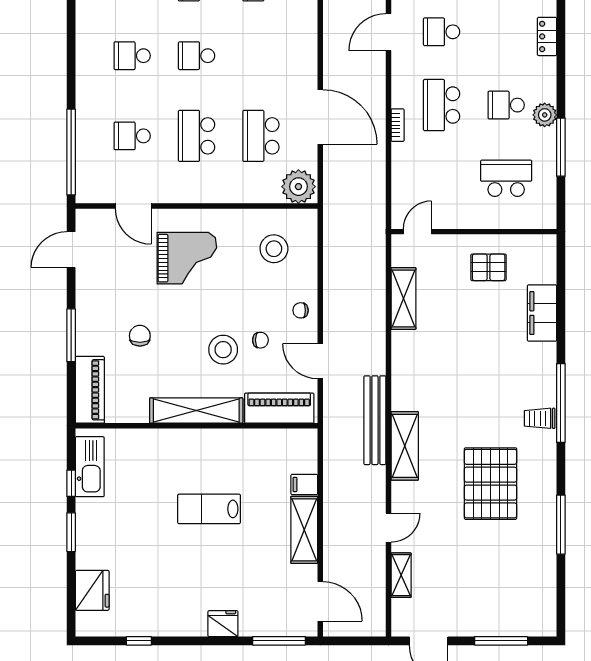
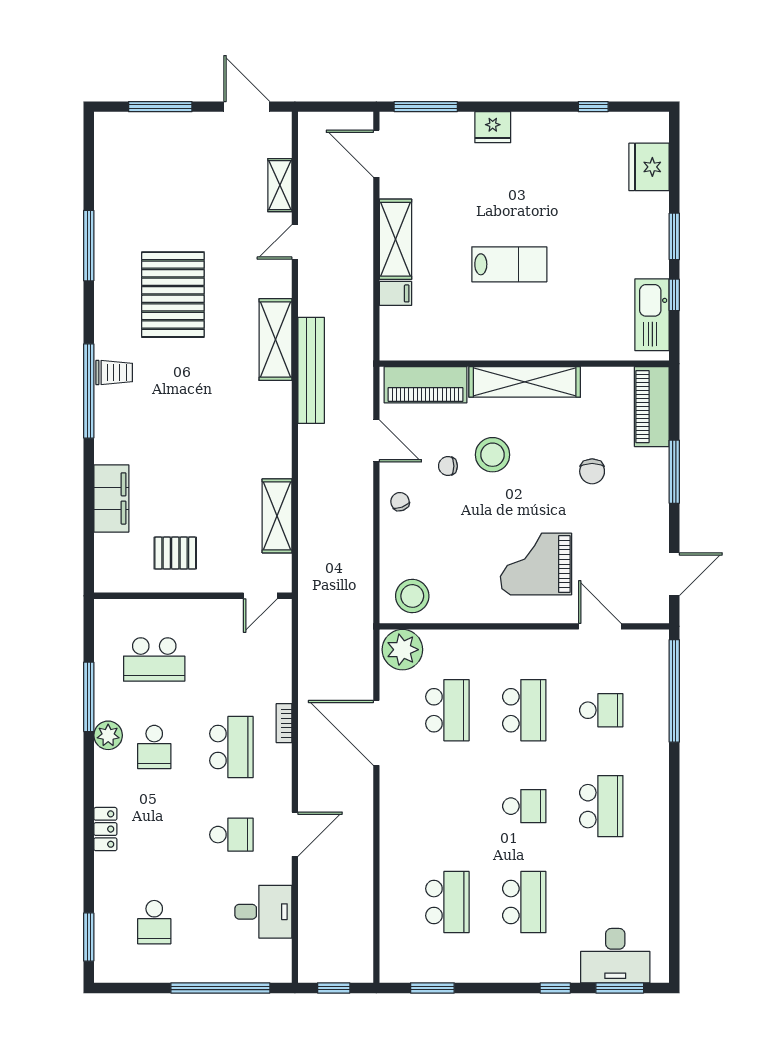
school desk: (132, 56) -> (601, 806), width x1.85
school desk: (506, 105) -> (154, 747), turned 90
stool: (274, 249) -> (412, 596), moved
chair: (301, 310) -> (400, 502), turned -111

